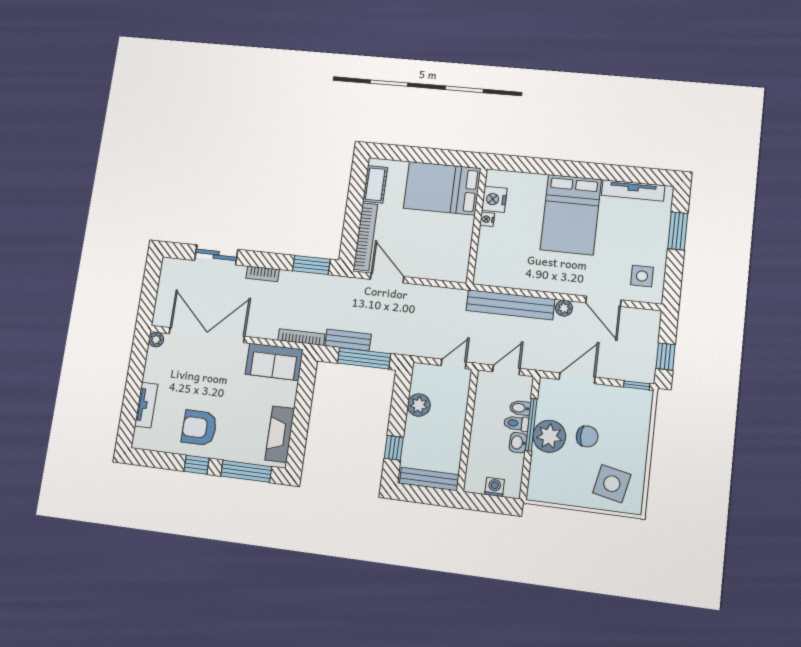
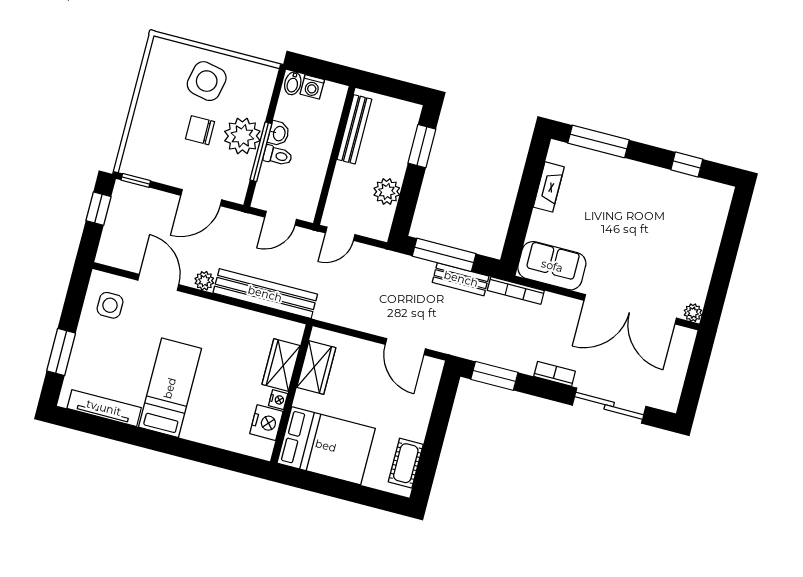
bed: (571, 215) -> (170, 388), width x0.67
bookcase: (365, 237) -> (425, 400), removed
wardrobe: (489, 248) -> (281, 365), added
wardrobe: (459, 250) -> (316, 367), added
sliding door: (216, 255) -> (609, 406), width x1.37
tv unit: (146, 405) -> (712, 235), removed
bidet: (520, 408) -> (293, 83), moved, turned 90
armchair: (199, 428) -> (650, 200), removed
fireplace: (280, 434) -> (549, 187), width x0.73, depth x0.76
window: (394, 448) -> (422, 146), width x1.50
window: (196, 465) -> (687, 164), moved
bench: (429, 479) -> (354, 129), moved, turned 90
side table: (612, 484) -> (207, 81), moved

